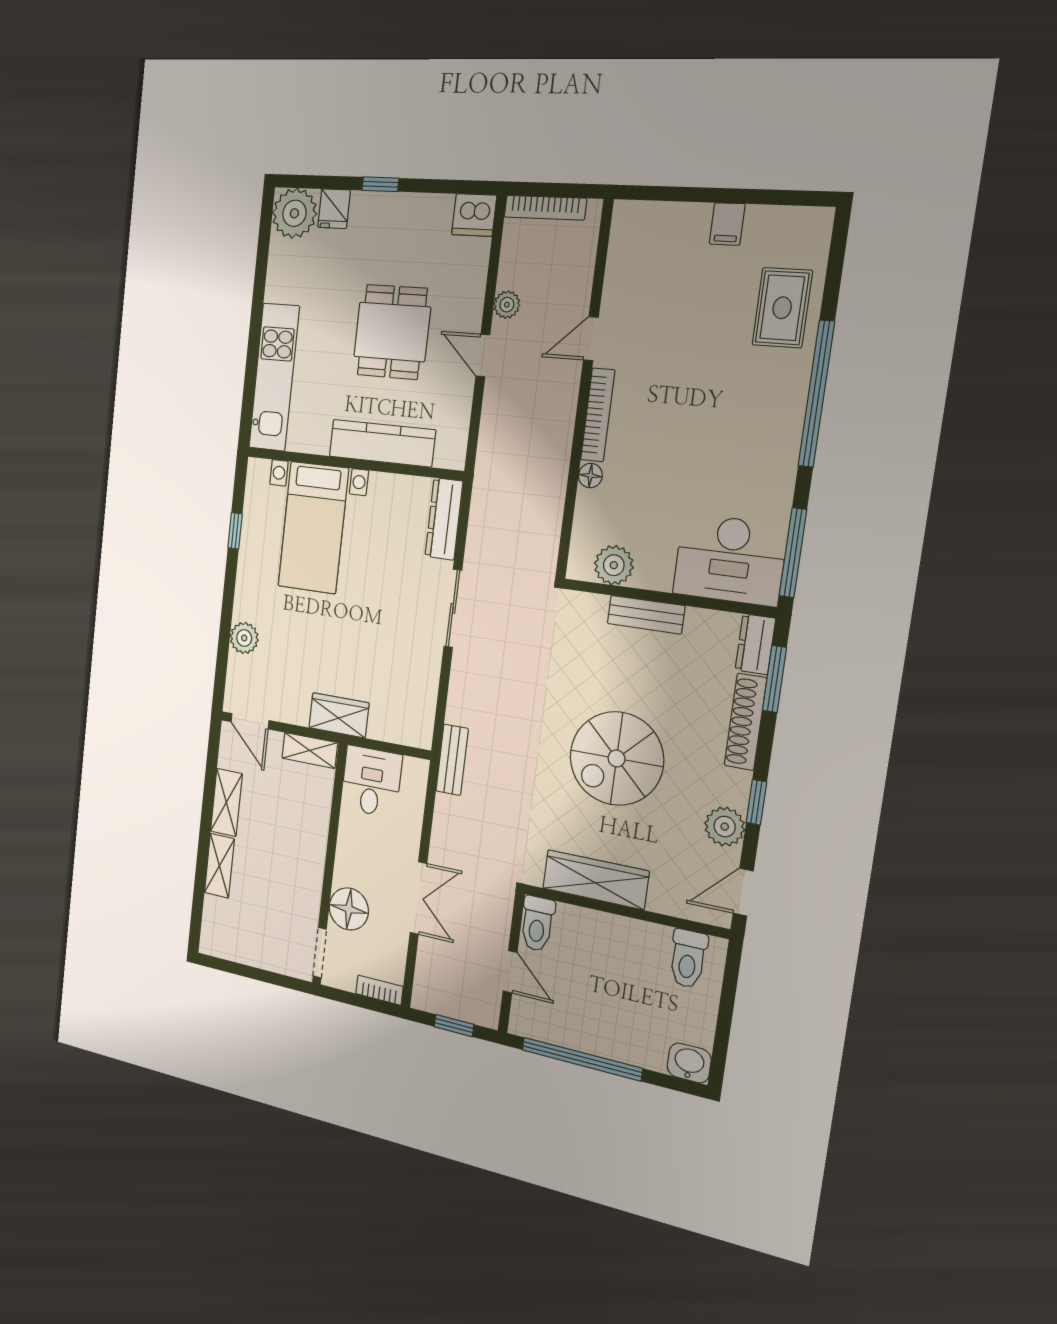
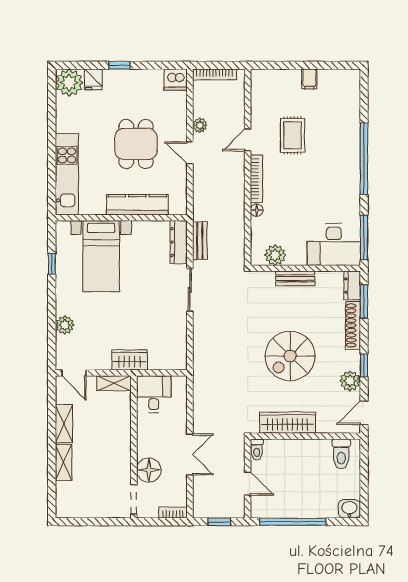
rug: (782, 308) -> (293, 135), moved
bench: (452, 760) -> (200, 241), moved
toilet: (537, 924) -> (257, 449), width x0.73, depth x0.72

